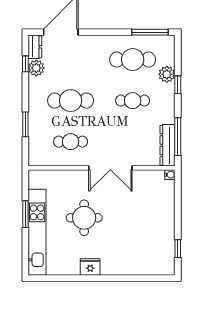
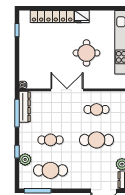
locker: (130, 267) -> (52, 16), added

